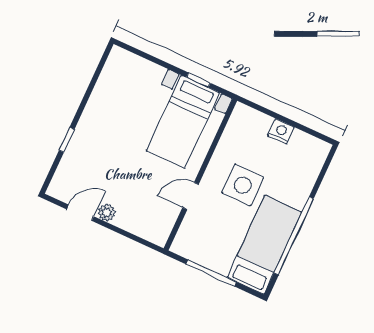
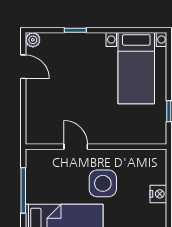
bed with nightstands: (183, 122) -> (136, 68), moved, turned -90
plant: (107, 213) -> (33, 40), moved

